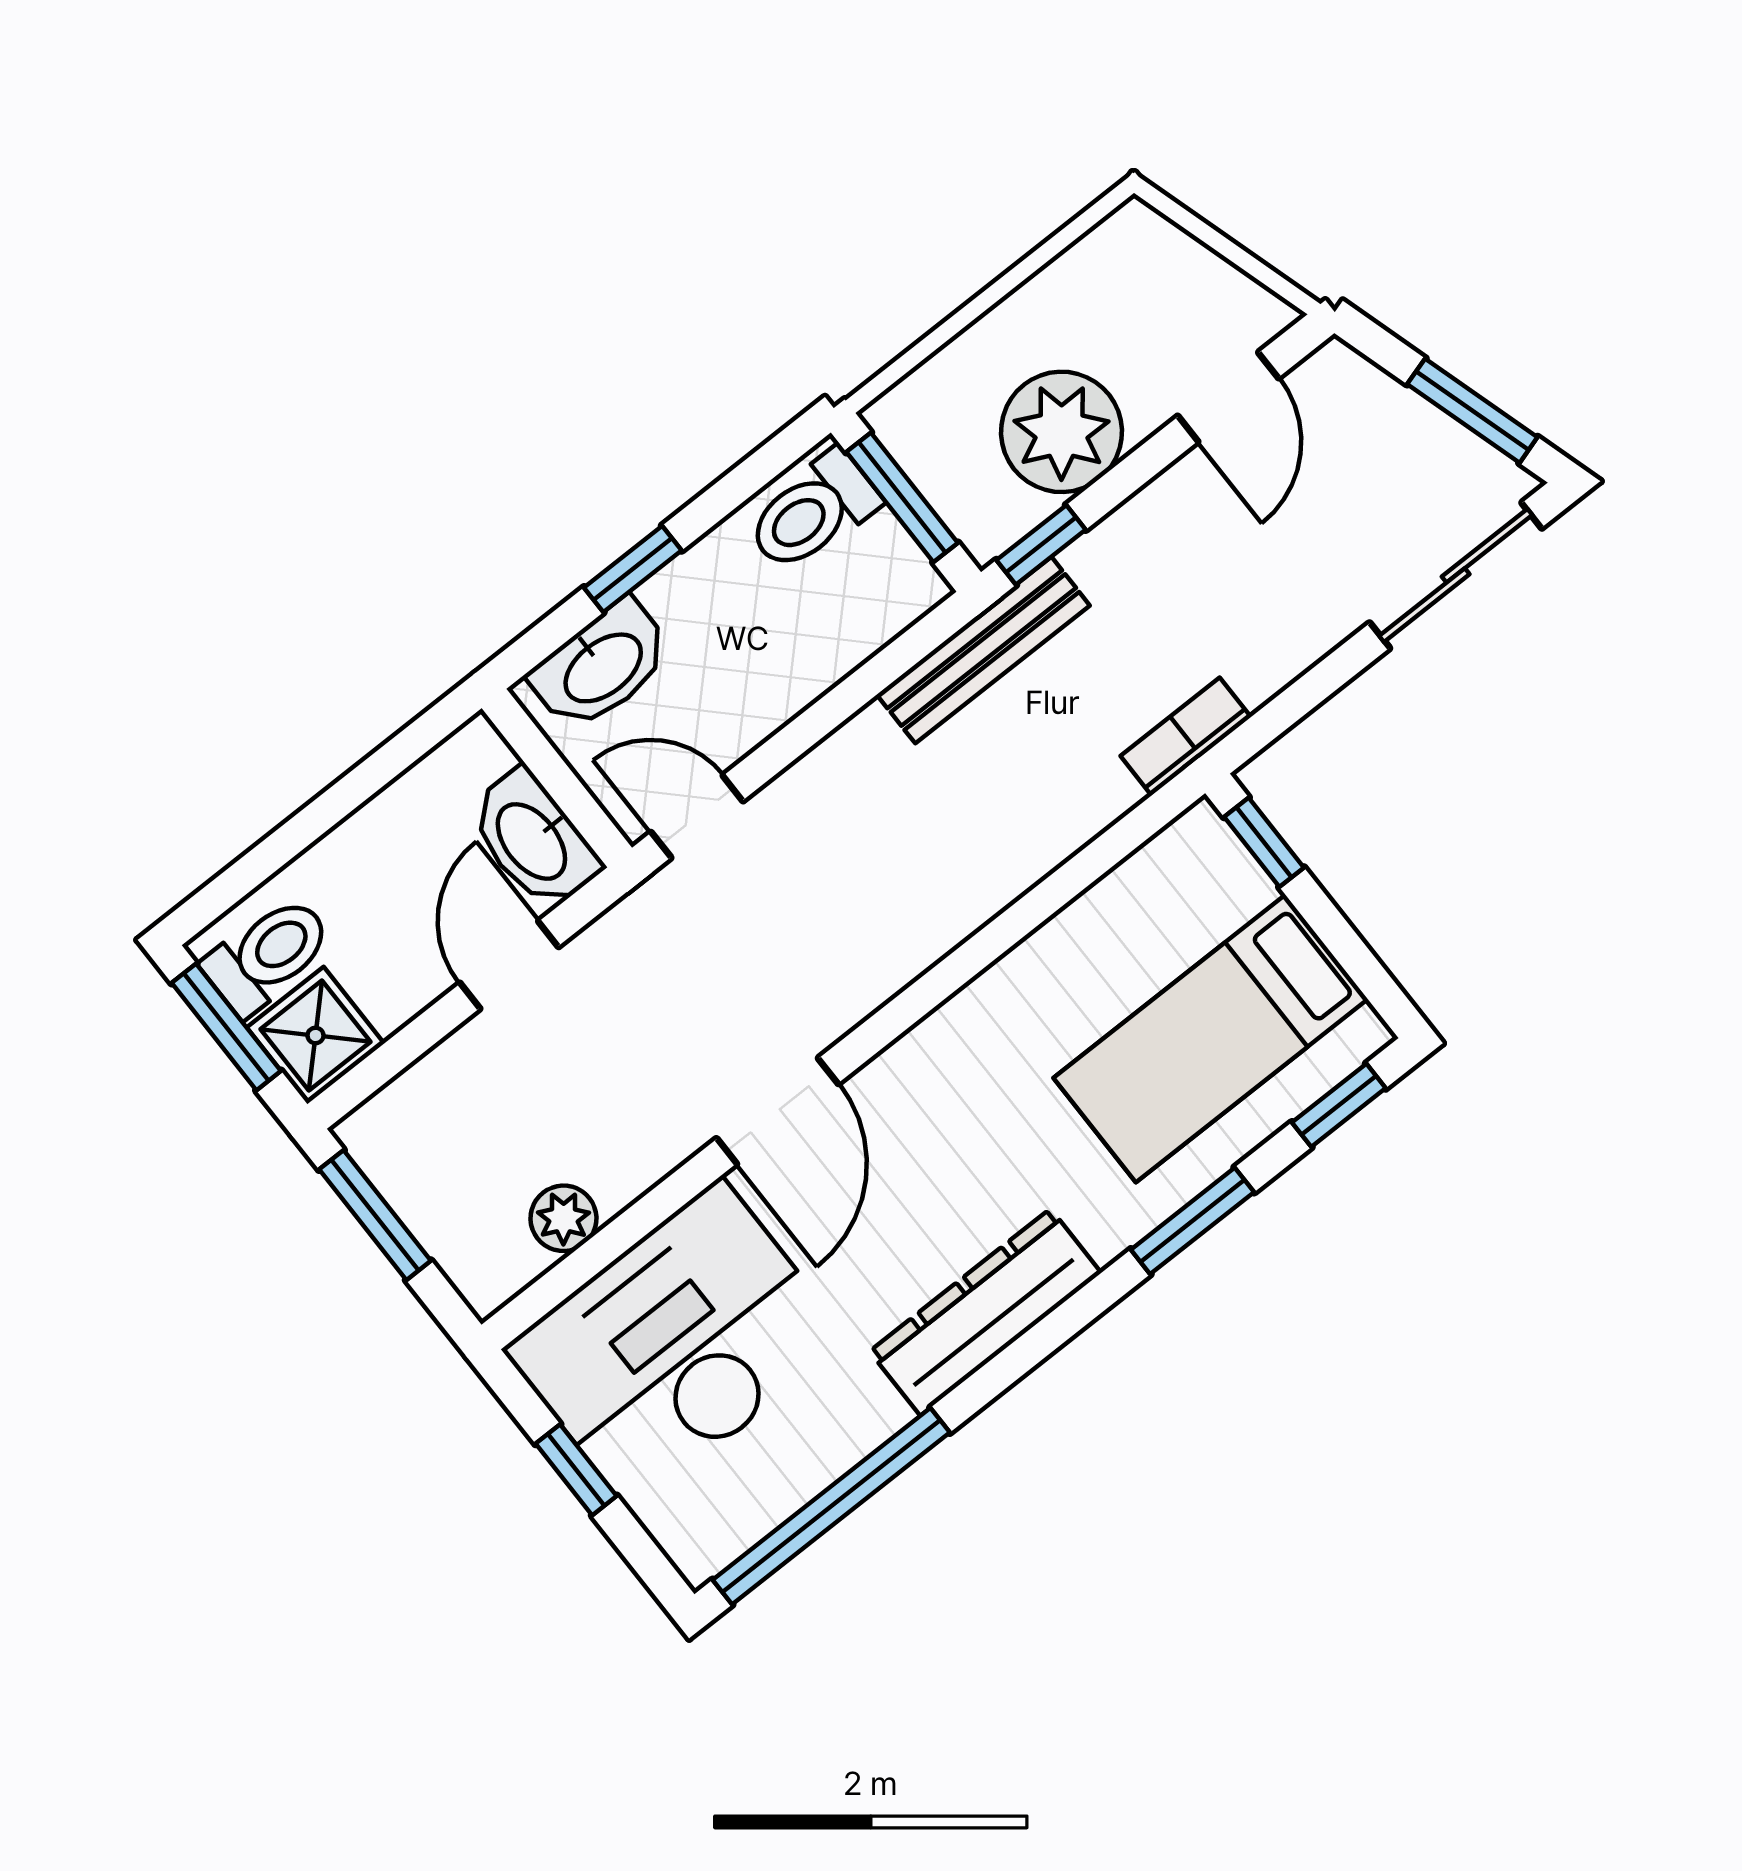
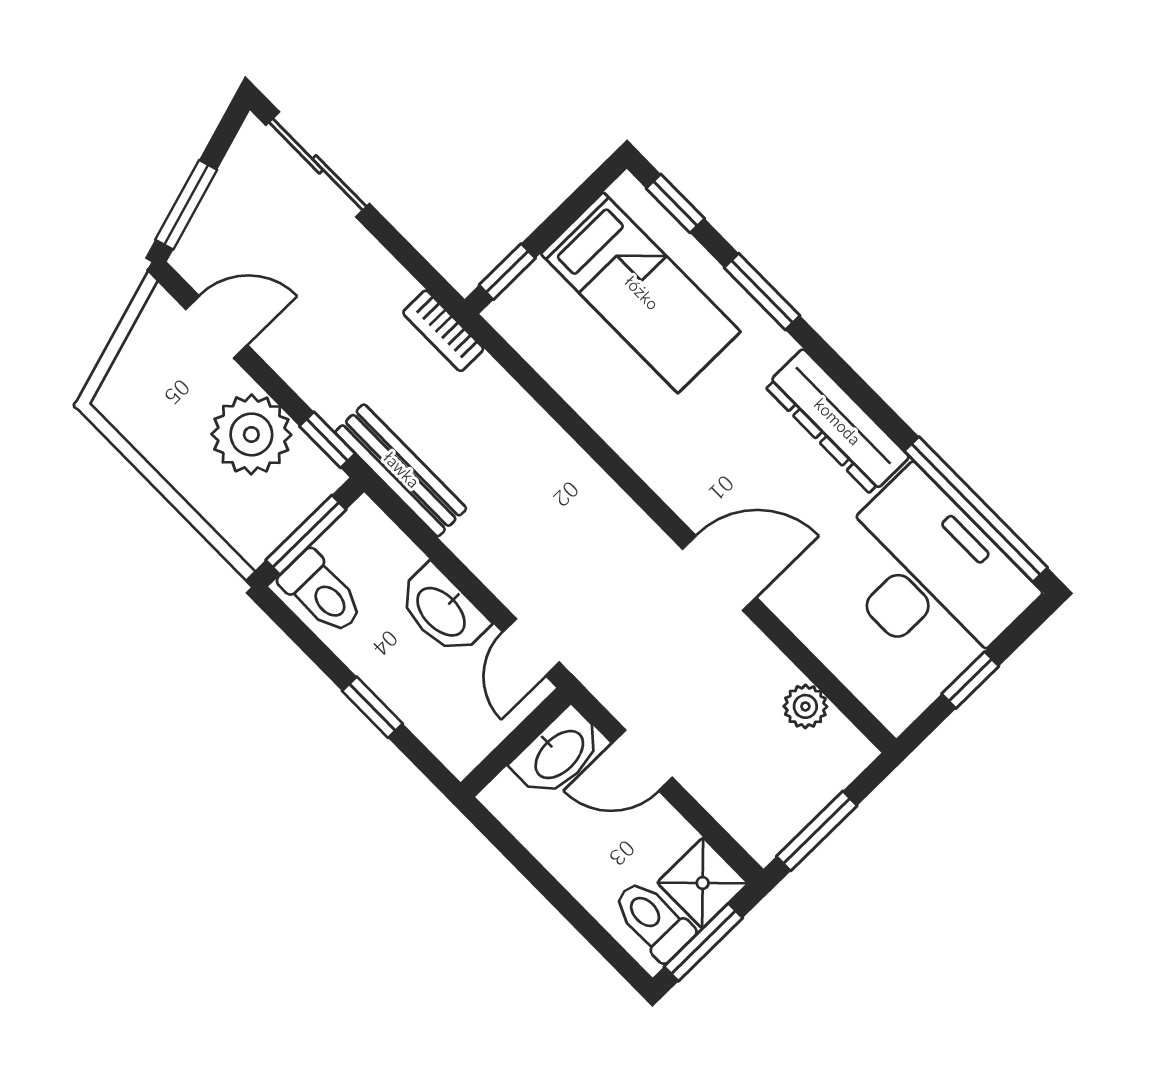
window: (1472, 411) -> (186, 205), moved
washbasin: (602, 666) -> (442, 611), moved, turned 180
desk: (677, 1345) -> (929, 575), moved, turned 180

